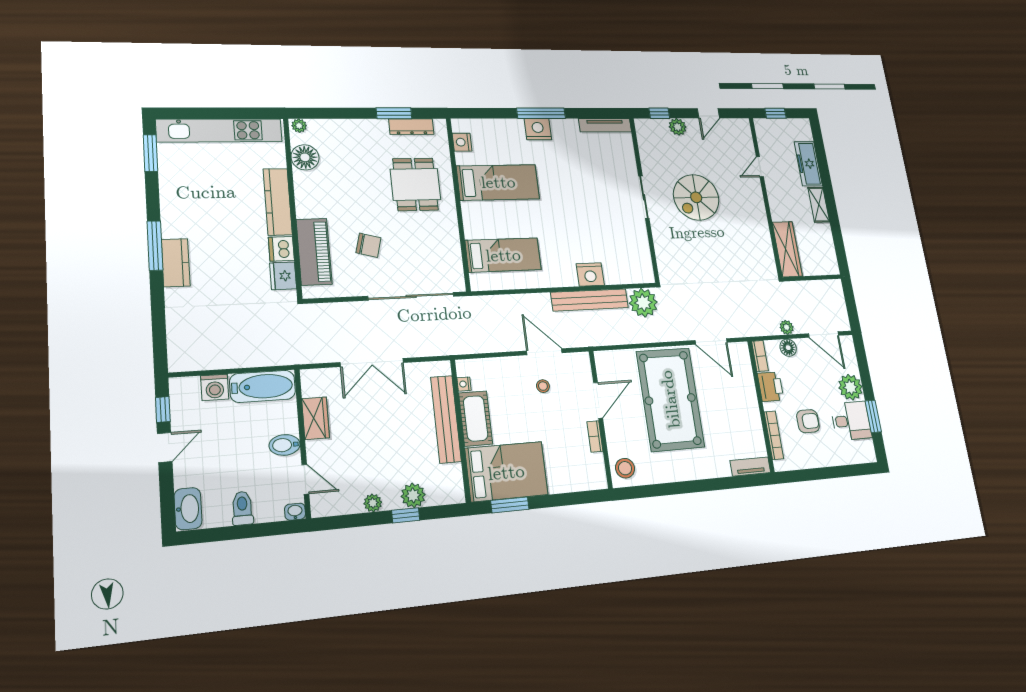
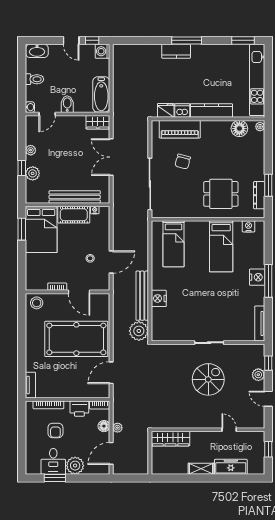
spiral stairs: (696, 197) -> (208, 379), turned 90
washing machine: (215, 387) -> (103, 51), moved
wardrobe: (316, 418) -> (98, 122), moved

